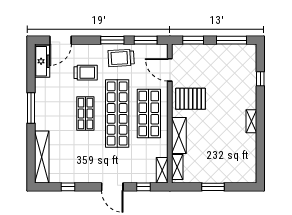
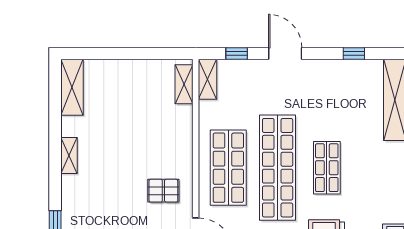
pallet: (191, 99) -> (163, 191), width x0.67, depth x0.71
shelving: (179, 135) -> (72, 87), moved
window: (213, 187) -> (129, 54), removed

